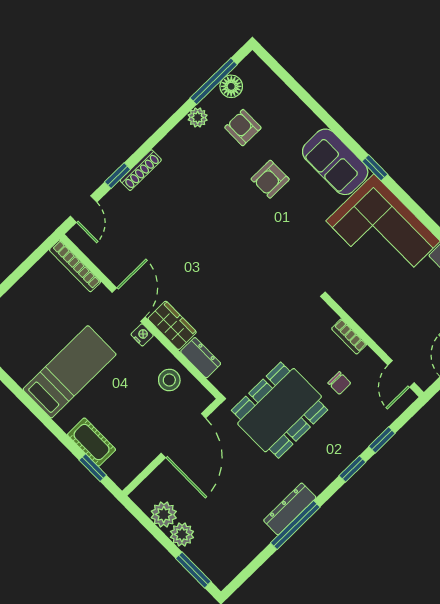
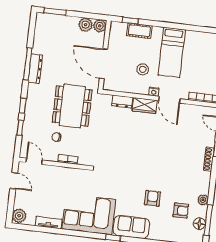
stool: (169, 380) -> (143, 69), moved
plant: (182, 534) -> (100, 26), moved

